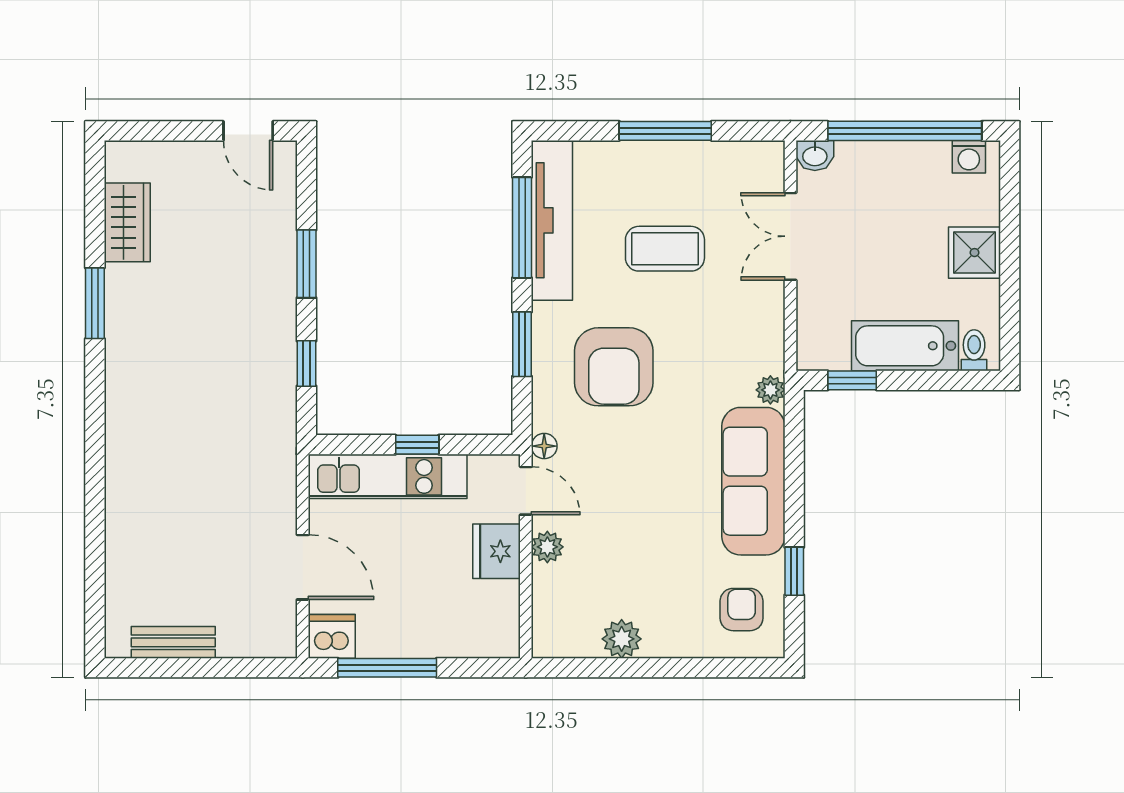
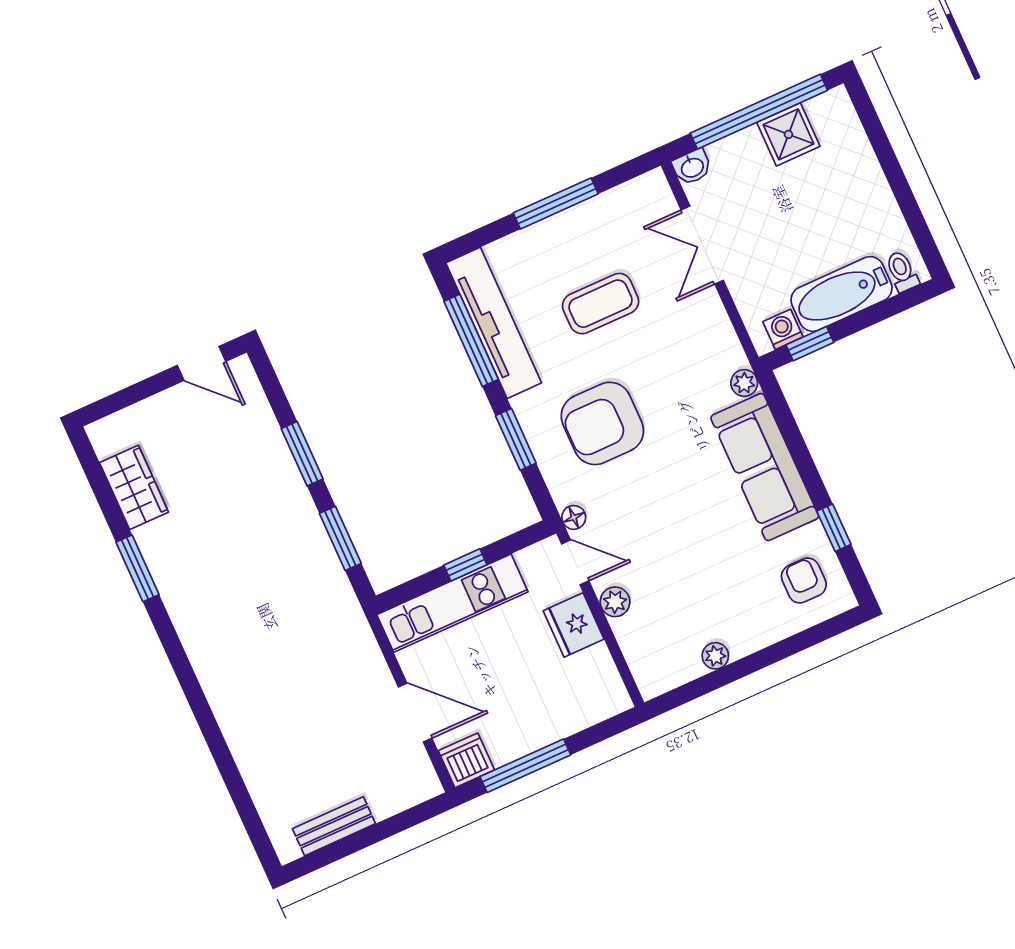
washing machine: (969, 157) -> (783, 329), moved, turned 180
shower: (974, 253) -> (788, 134), moved
window: (307, 363) -> (340, 538), width x1.50
armchair: (614, 367) -> (602, 423), turned 90
plant: (622, 639) -> (715, 656), width x0.73, depth x0.73

